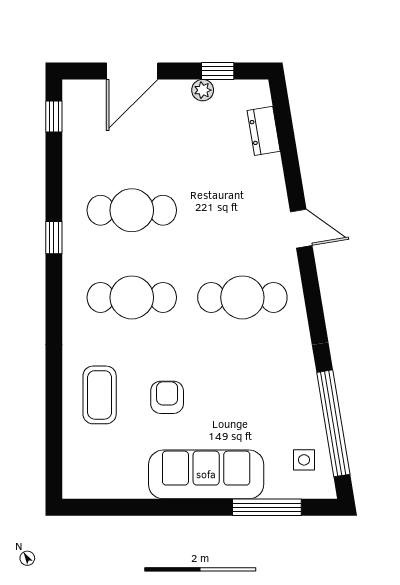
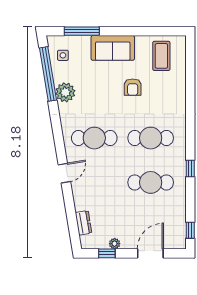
door: (301, 229) -> (64, 173), swing flipped
plant: (299, 387) -> (65, 92), added
coffee table: (100, 395) -> (161, 56), moved
sofa: (206, 474) -> (113, 48), width x0.73

